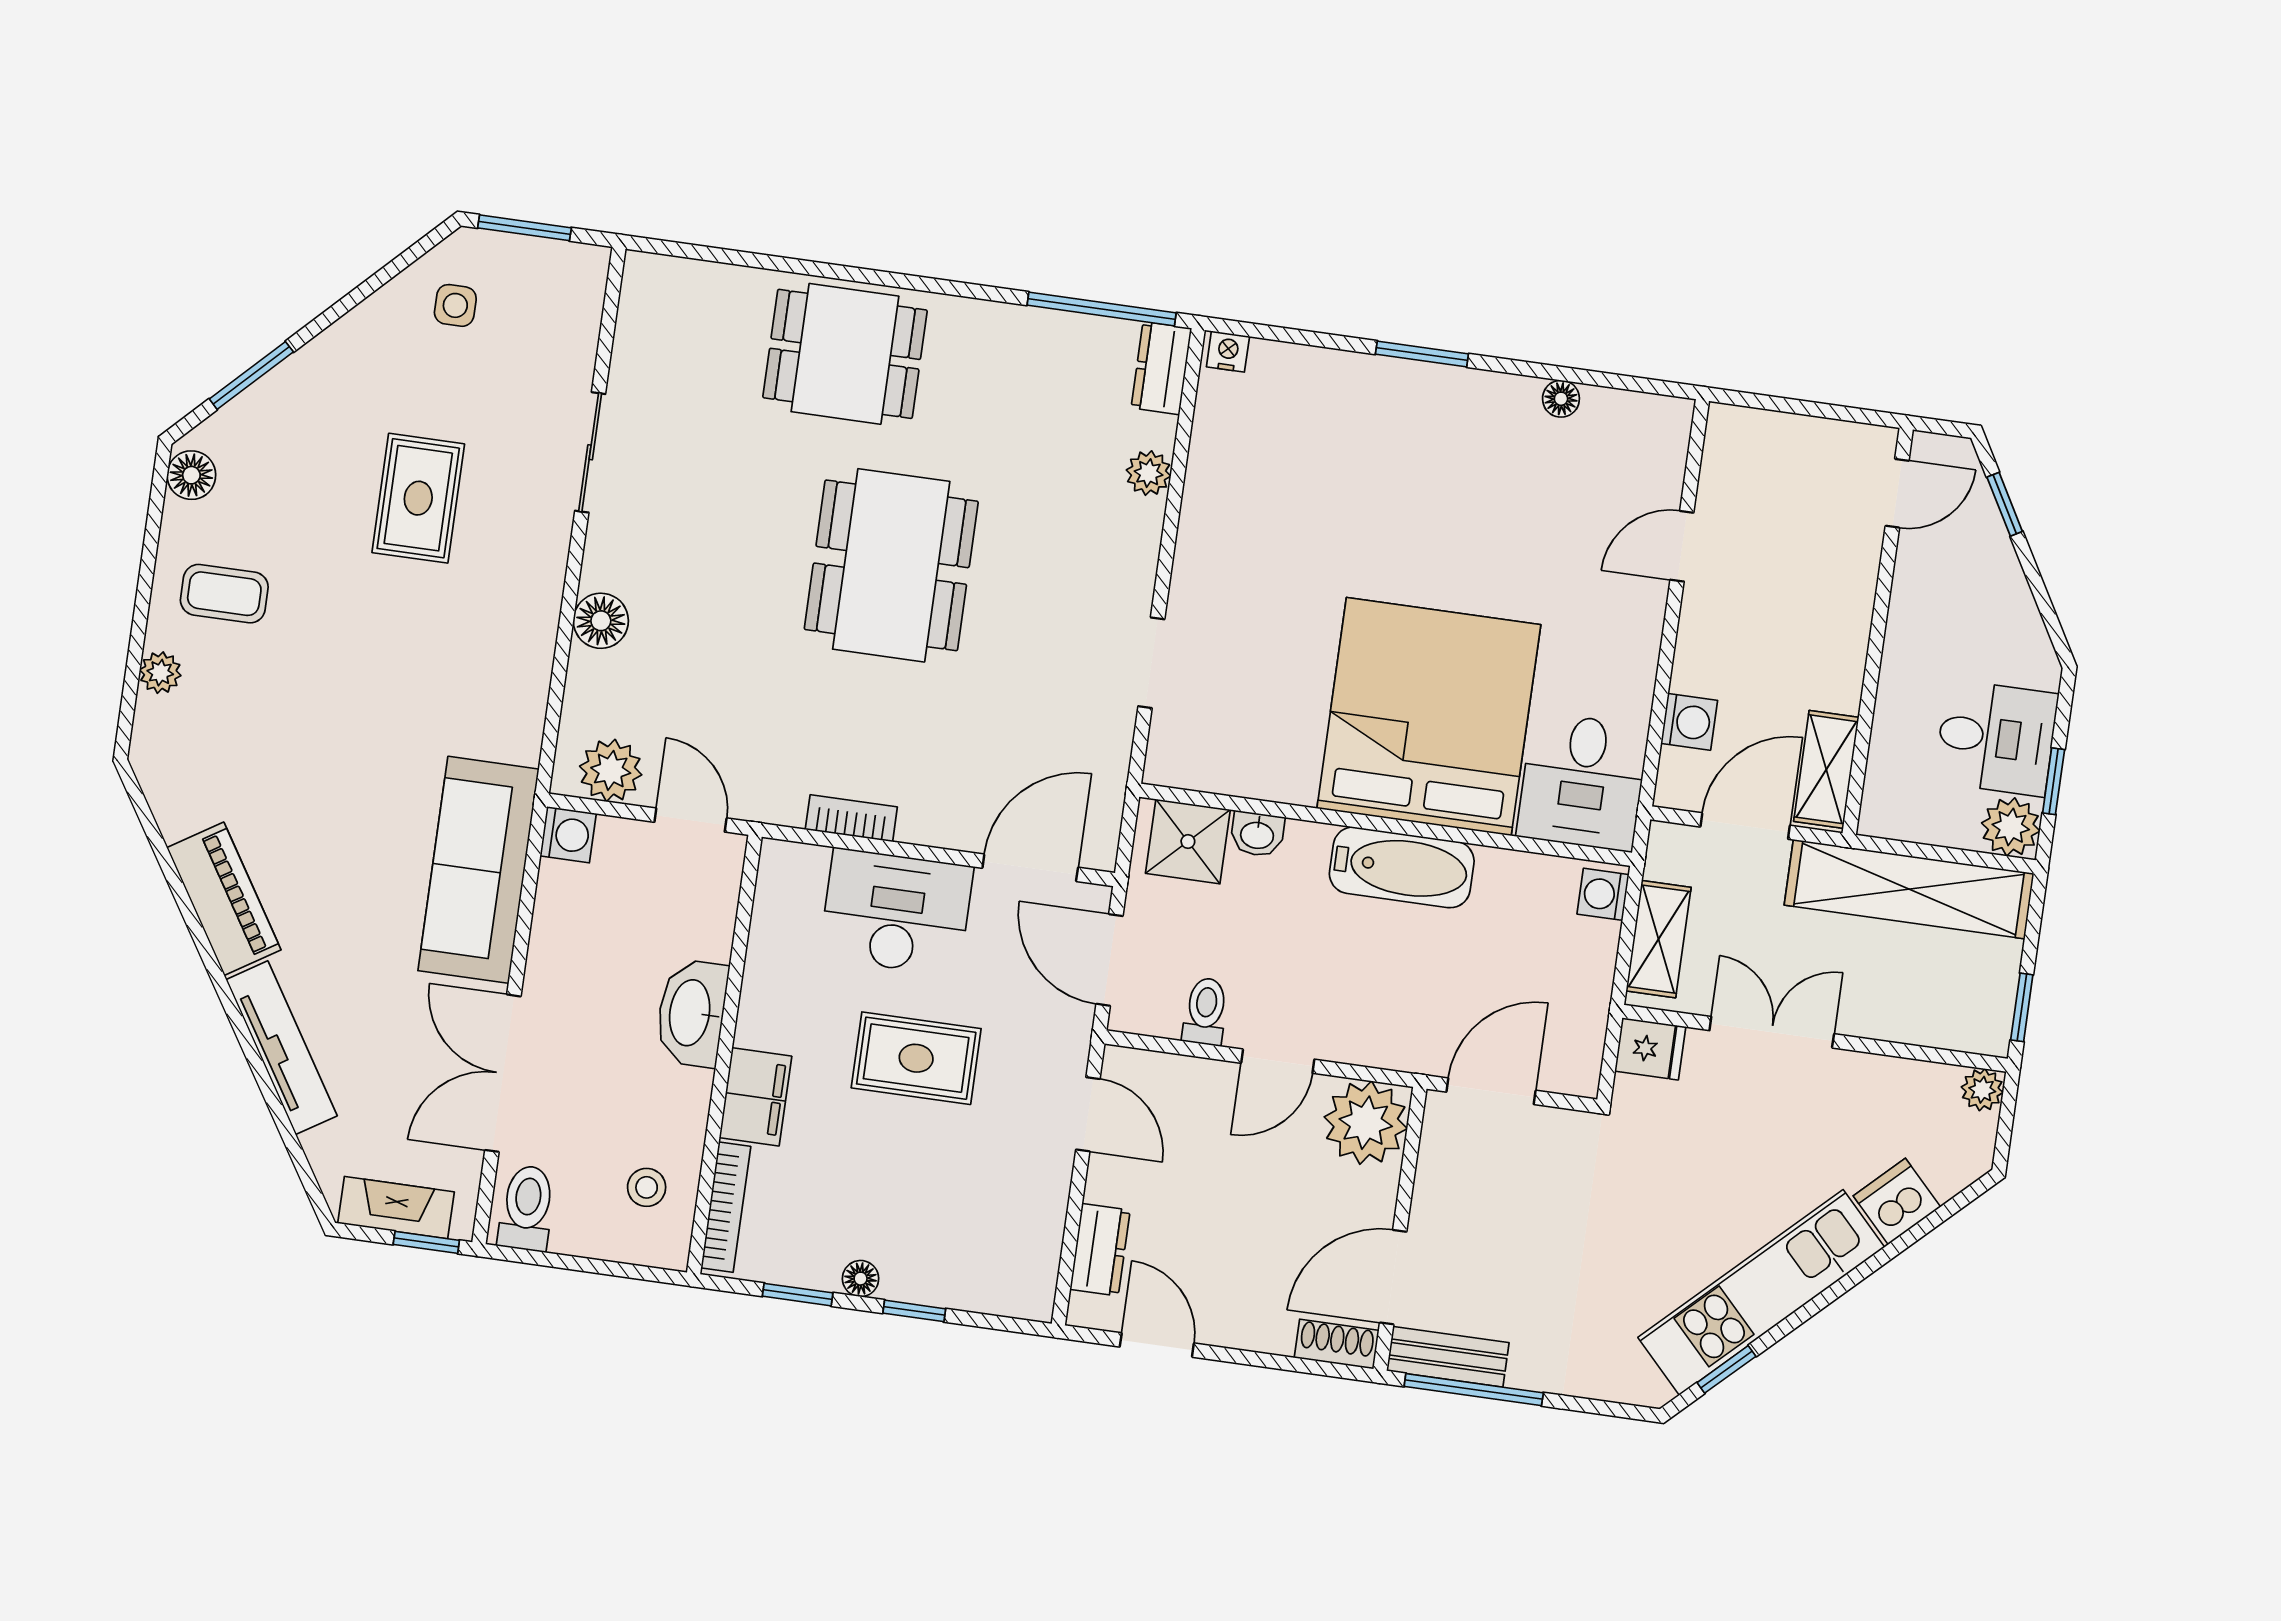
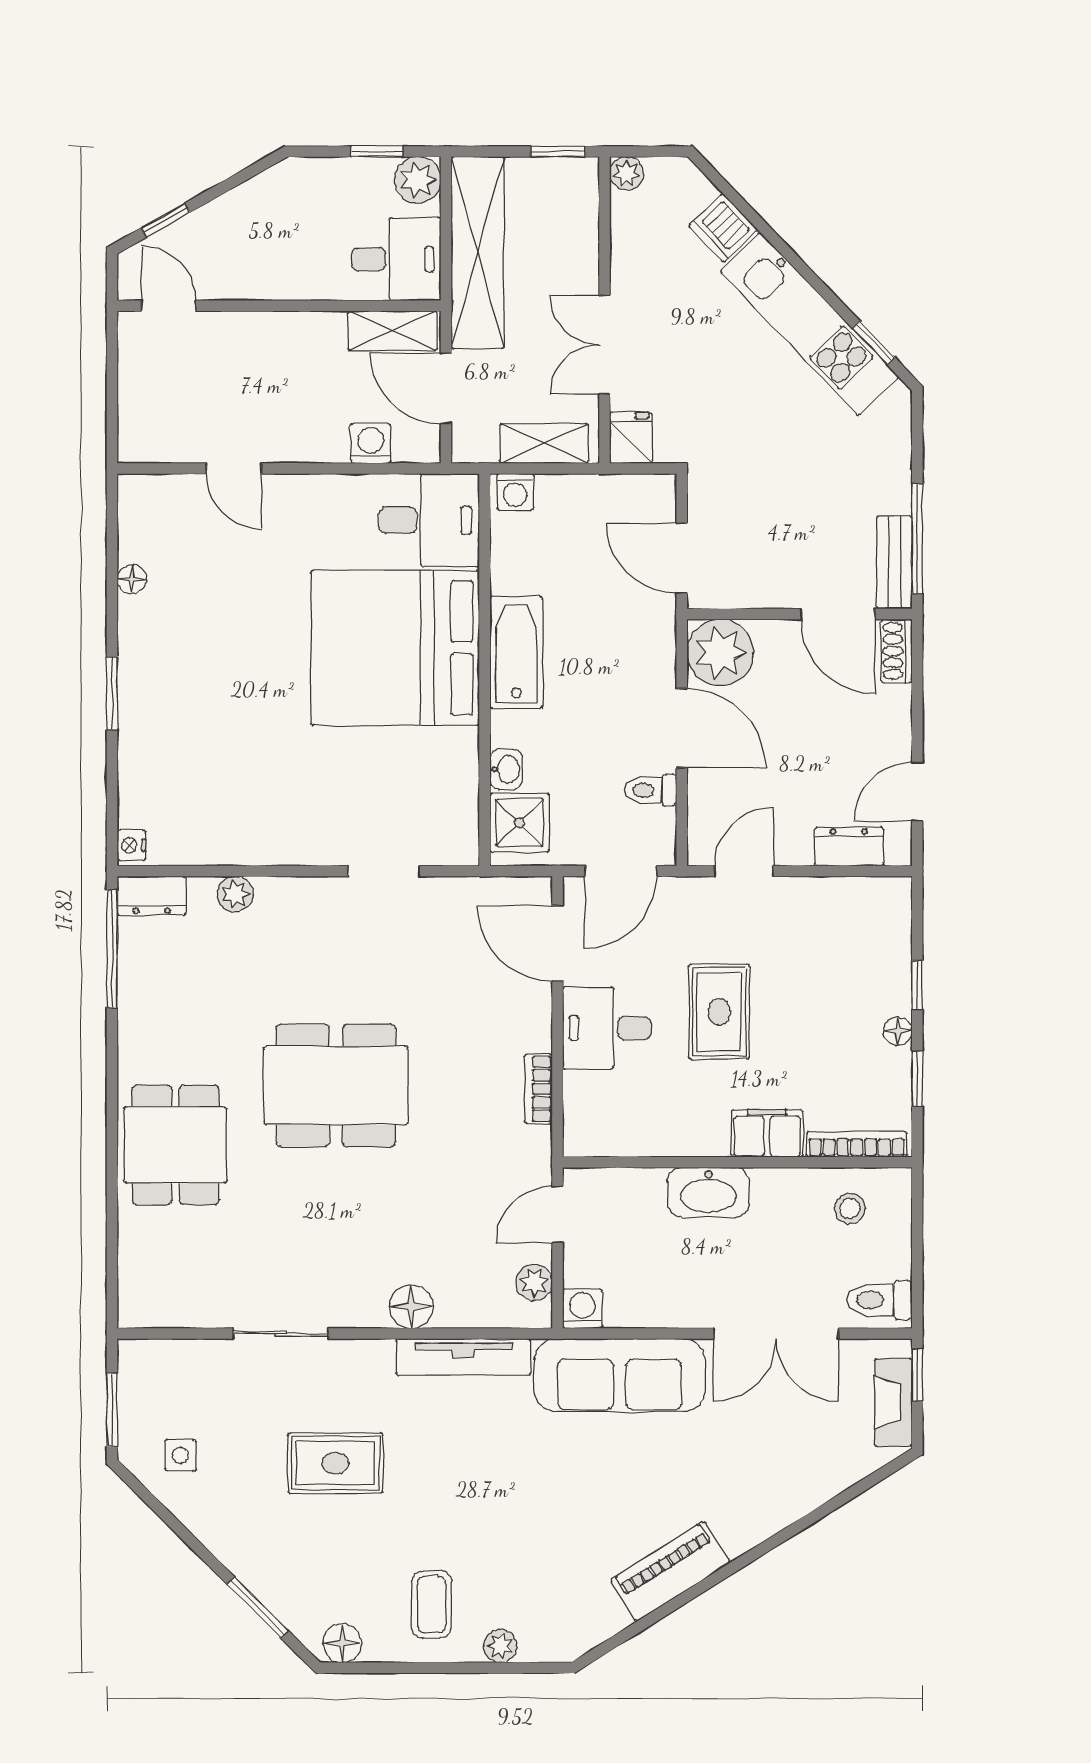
desk: (1996, 738) -> (396, 259), moved, turned 90
plant: (611, 770) -> (534, 1282), width x0.73, depth x0.73
desk: (896, 912) -> (607, 1028), width x0.73
tv unit: (282, 1048) -> (464, 1357), moved, turned -148
door: (1278, 1061) -> (682, 728), width x1.38

